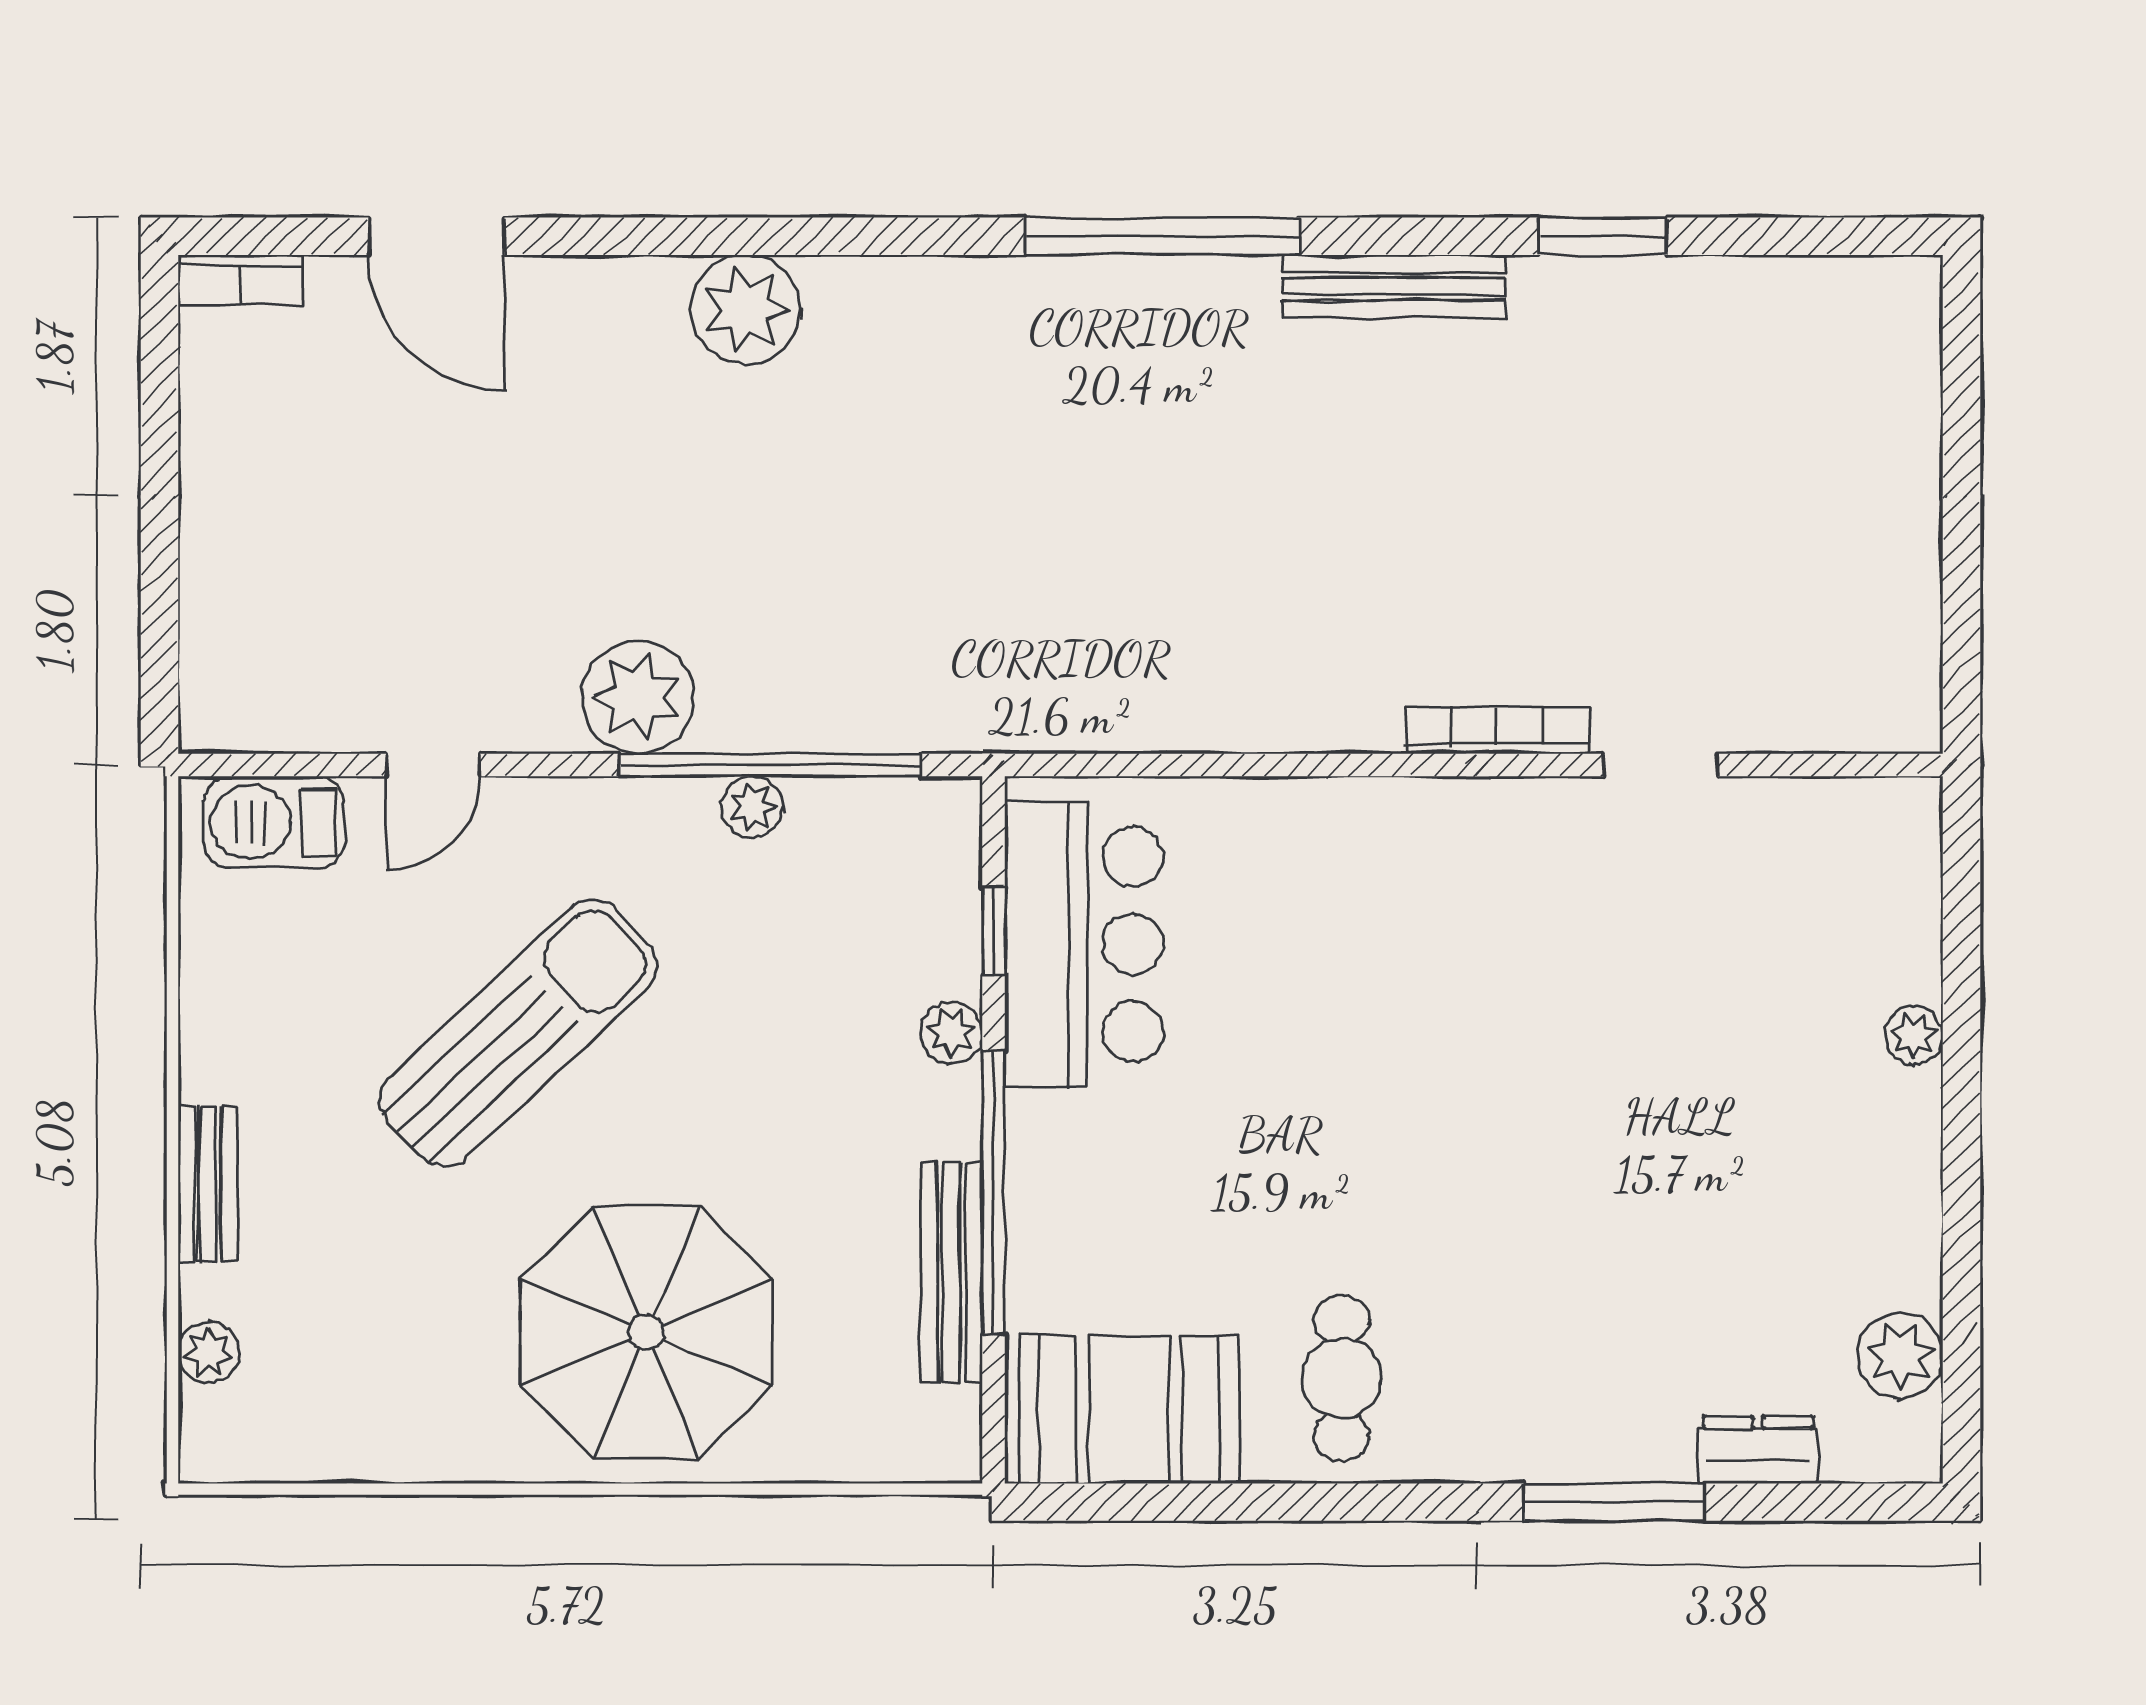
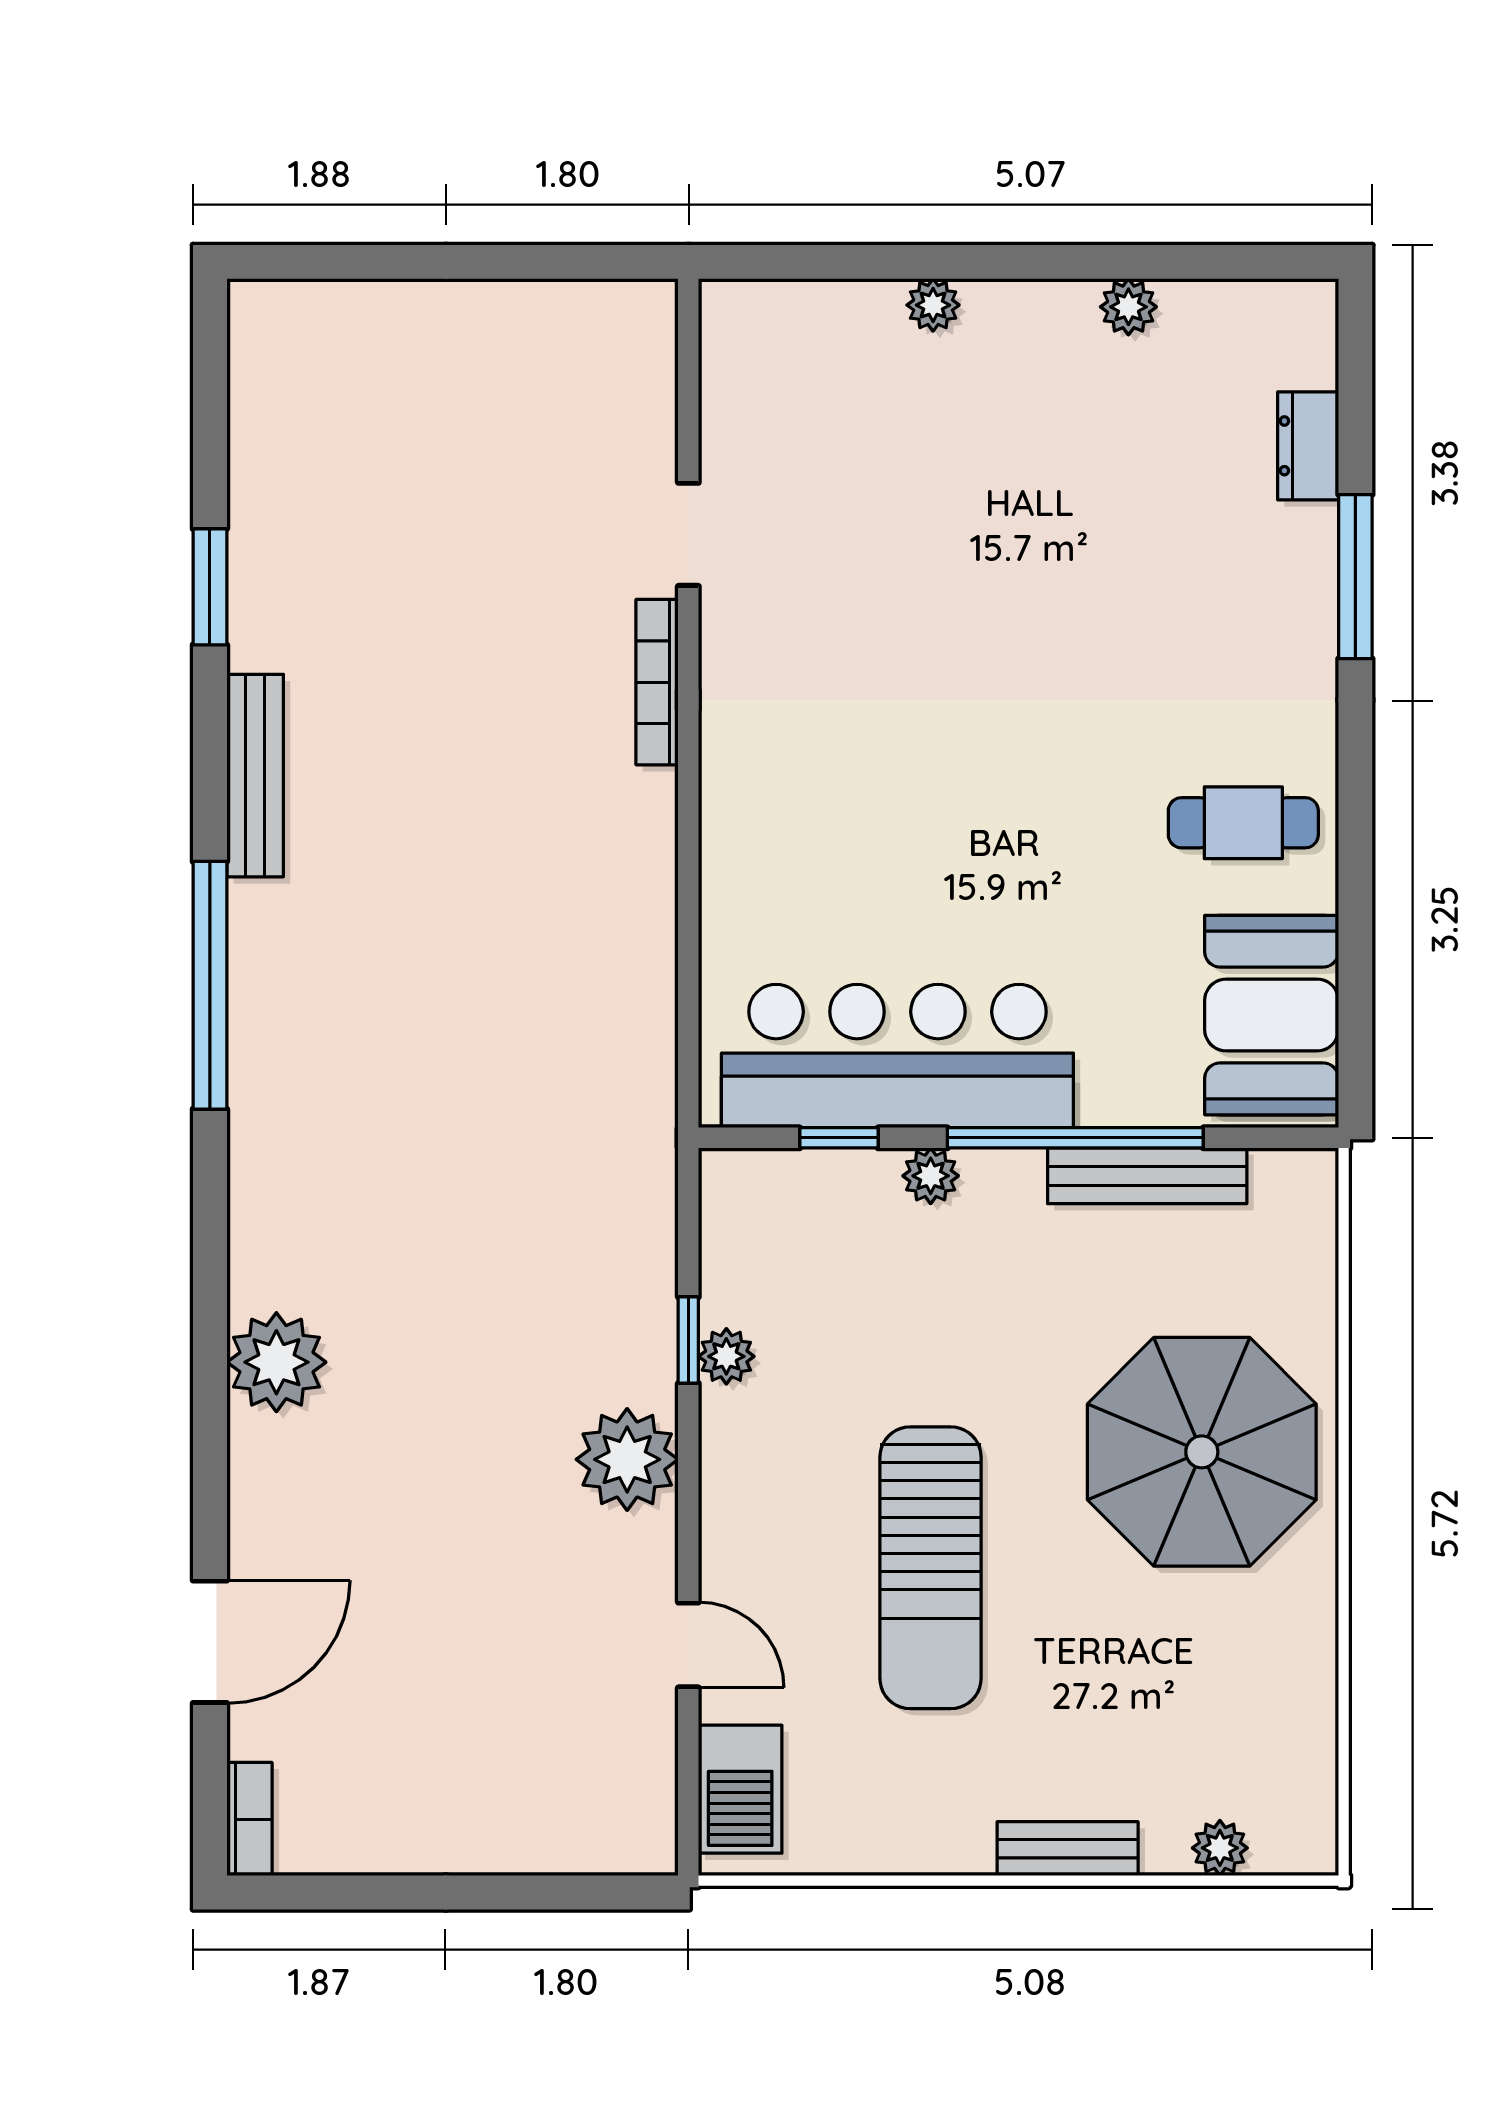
window: (770, 765) -> (688, 1340), width x0.32
bar counter: (1084, 944) -> (897, 1056), width x1.36
sun lounger: (518, 1033) -> (930, 1568), turned -137
plant: (1900, 1356) -> (1128, 307), moved, width x0.73, depth x0.73

